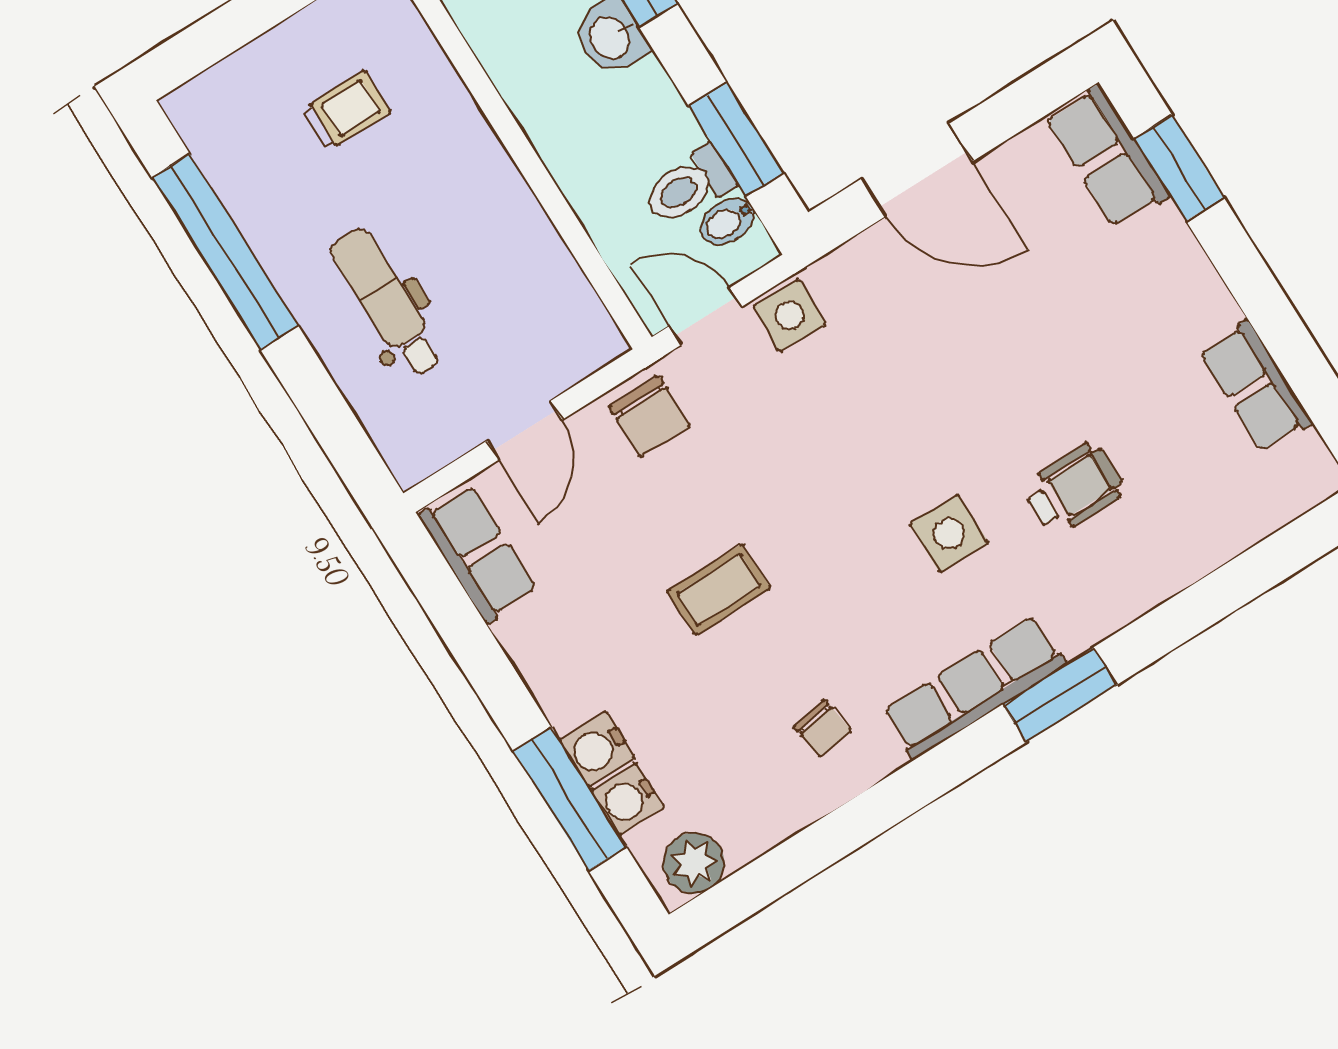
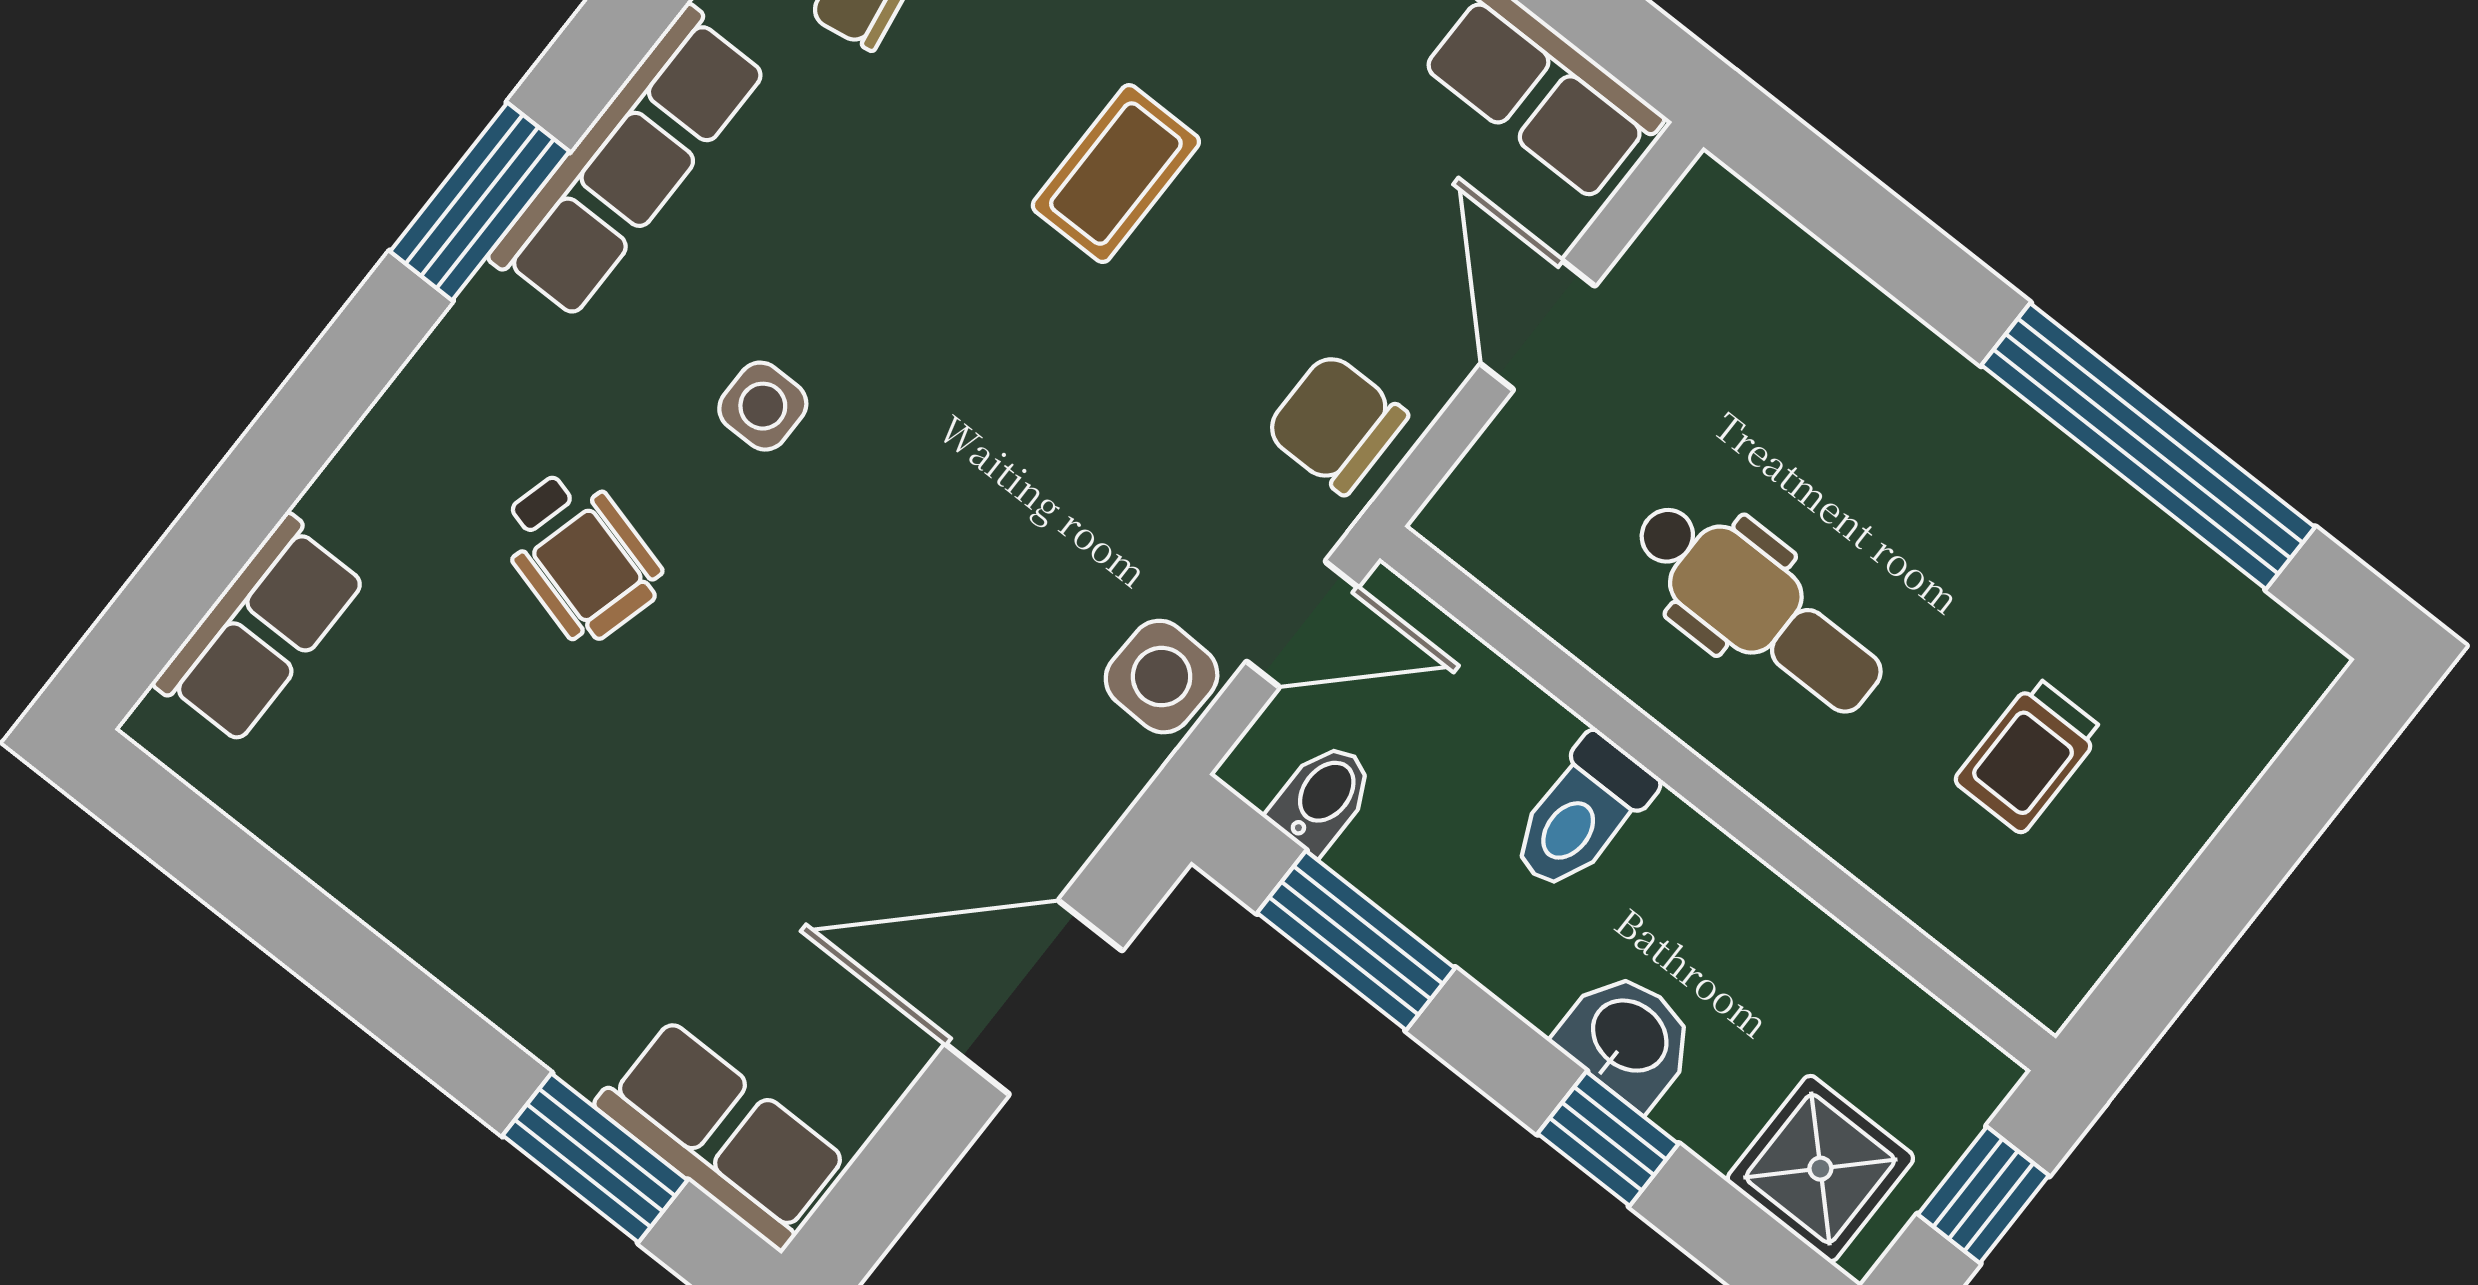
toilet: (689, 186) -> (1581, 814), moved, turned 180
dental chair: (387, 303) -> (1758, 607), moved
row of seats: (1256, 387) -> (260, 630), moved, turned 90
wheelchair: (1074, 489) -> (580, 555), turned -75
side table: (949, 533) -> (763, 406), width x0.73, depth x0.73

